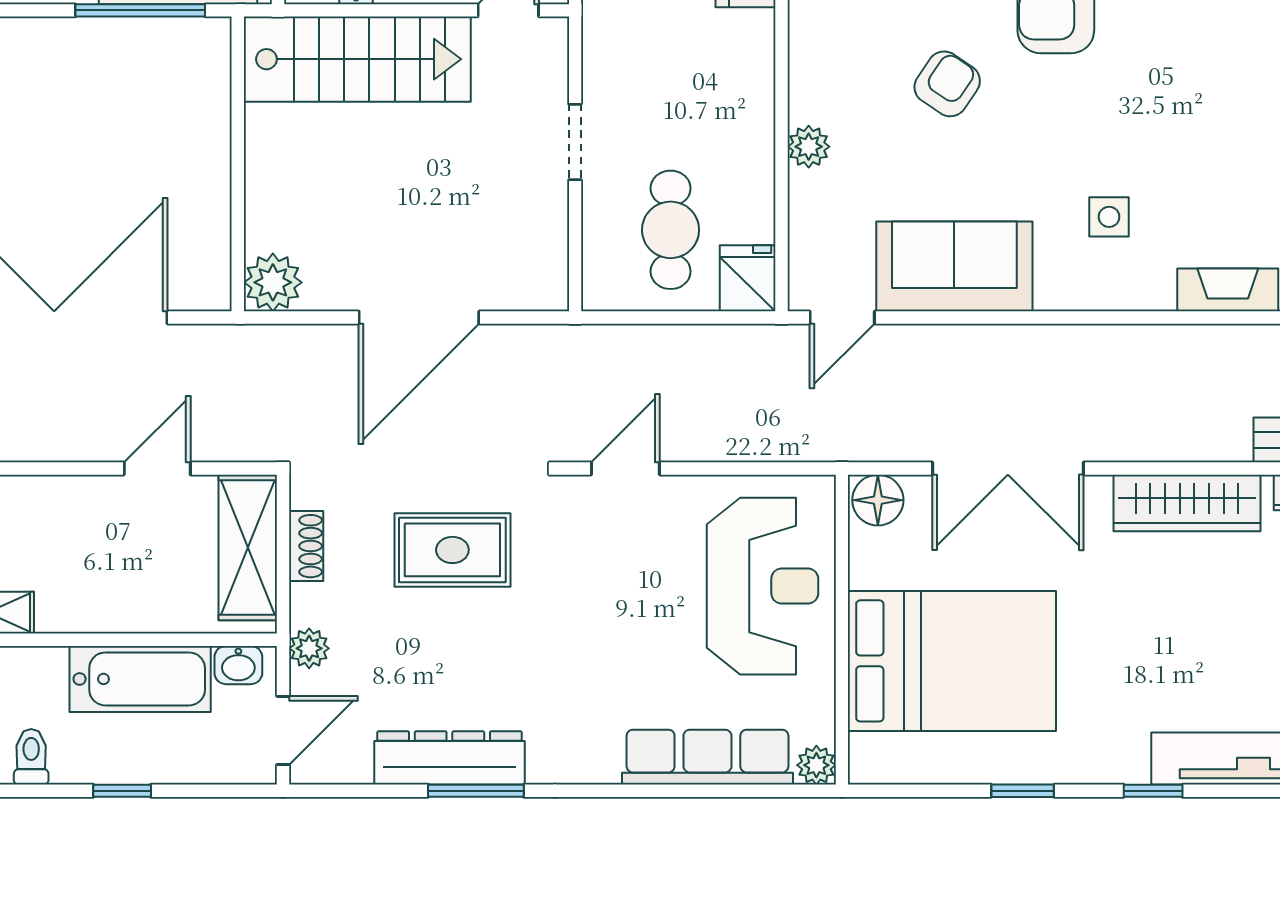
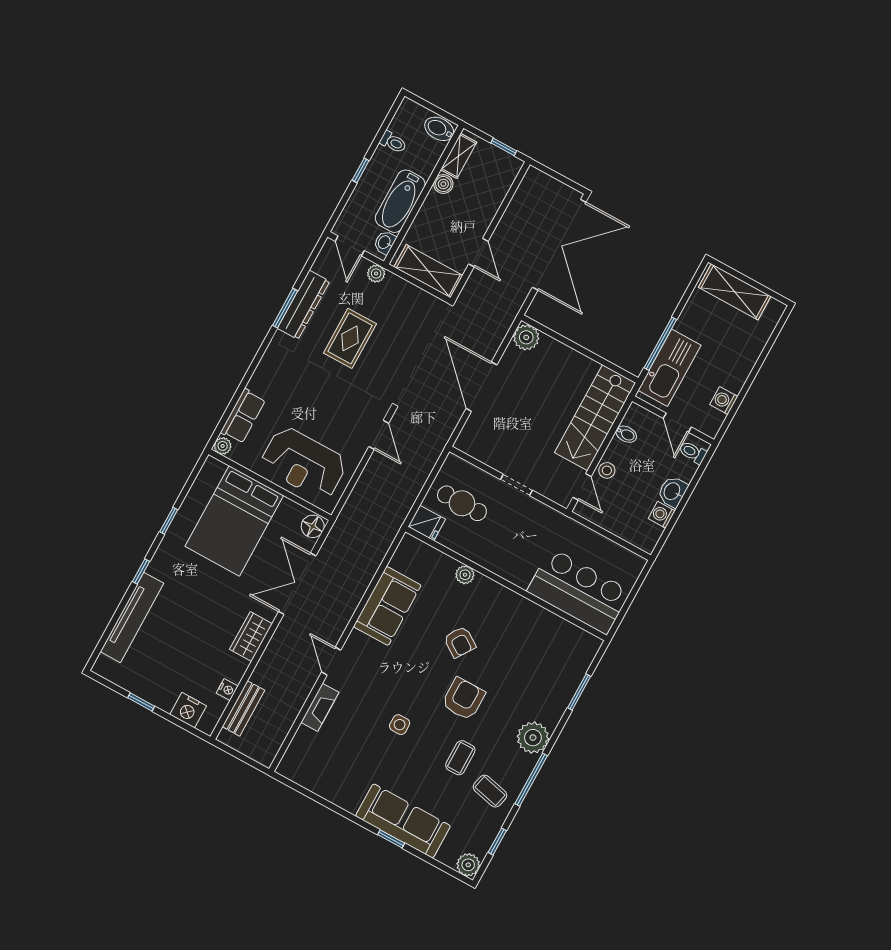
side table: (1109, 217) -> (400, 725), moved
door: (842, 317) -> (331, 661), moved
wardrobe: (1187, 503) -> (251, 637), width x0.67
shoe rack: (306, 546) -> (417, 294), removed
rug: (452, 550) -> (350, 338), moved
boiler: (59, 612) -> (443, 184), added
row of seats: (707, 757) -> (243, 416), width x0.68

